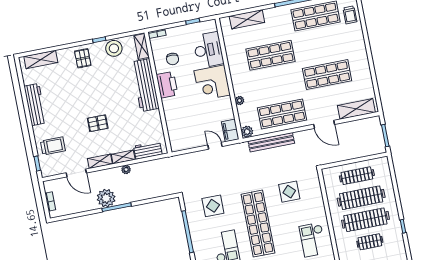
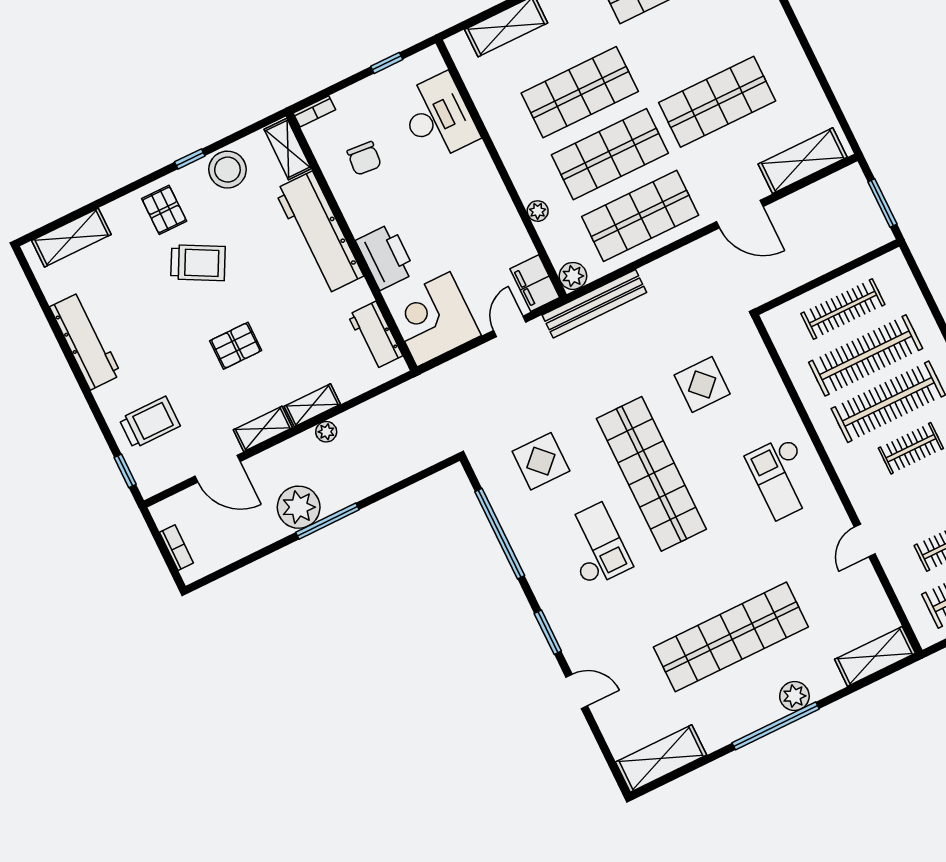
corner desk: (212, 83) -> (434, 319), moved, turned 90
trolley: (91, 84) -> (198, 263), added
printer: (167, 85) -> (386, 257), moved
shop shelf: (276, 85) -> (610, 154), added
bench: (271, 142) -> (594, 304), moved
door: (215, 146) -> (510, 326), hinge flipped
workbench: (148, 150) -> (375, 335), moved, turned -90

